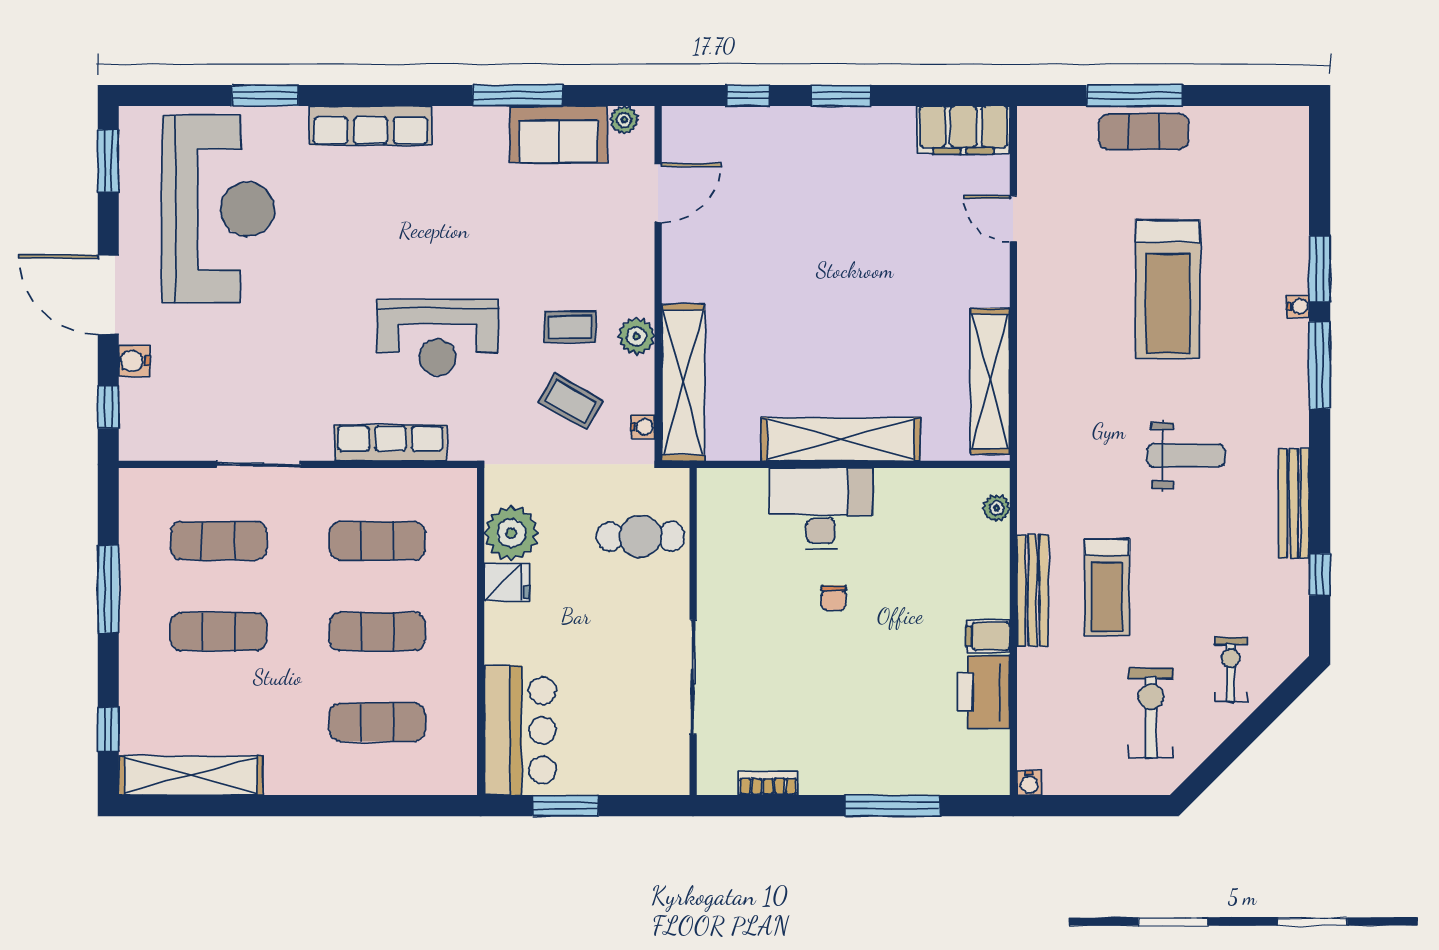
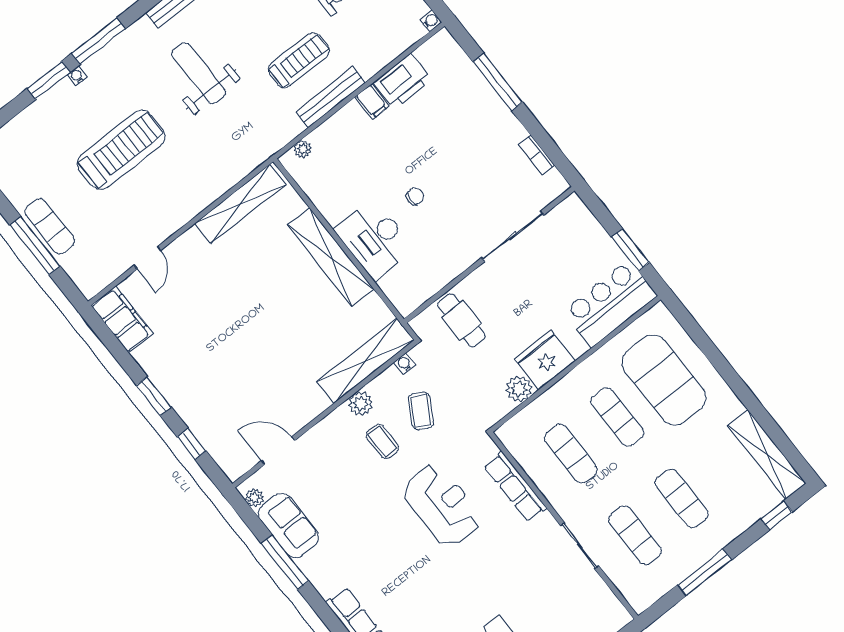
weight bench: (1186, 455) -> (199, 73), width x1.36, depth x1.33
plant: (511, 533) -> (519, 389), width x0.73, depth x0.73
fridge: (507, 582) -> (545, 360), width x1.88, depth x1.34
exercise mat: (377, 722) -> (664, 380), width x2.00, depth x1.45

